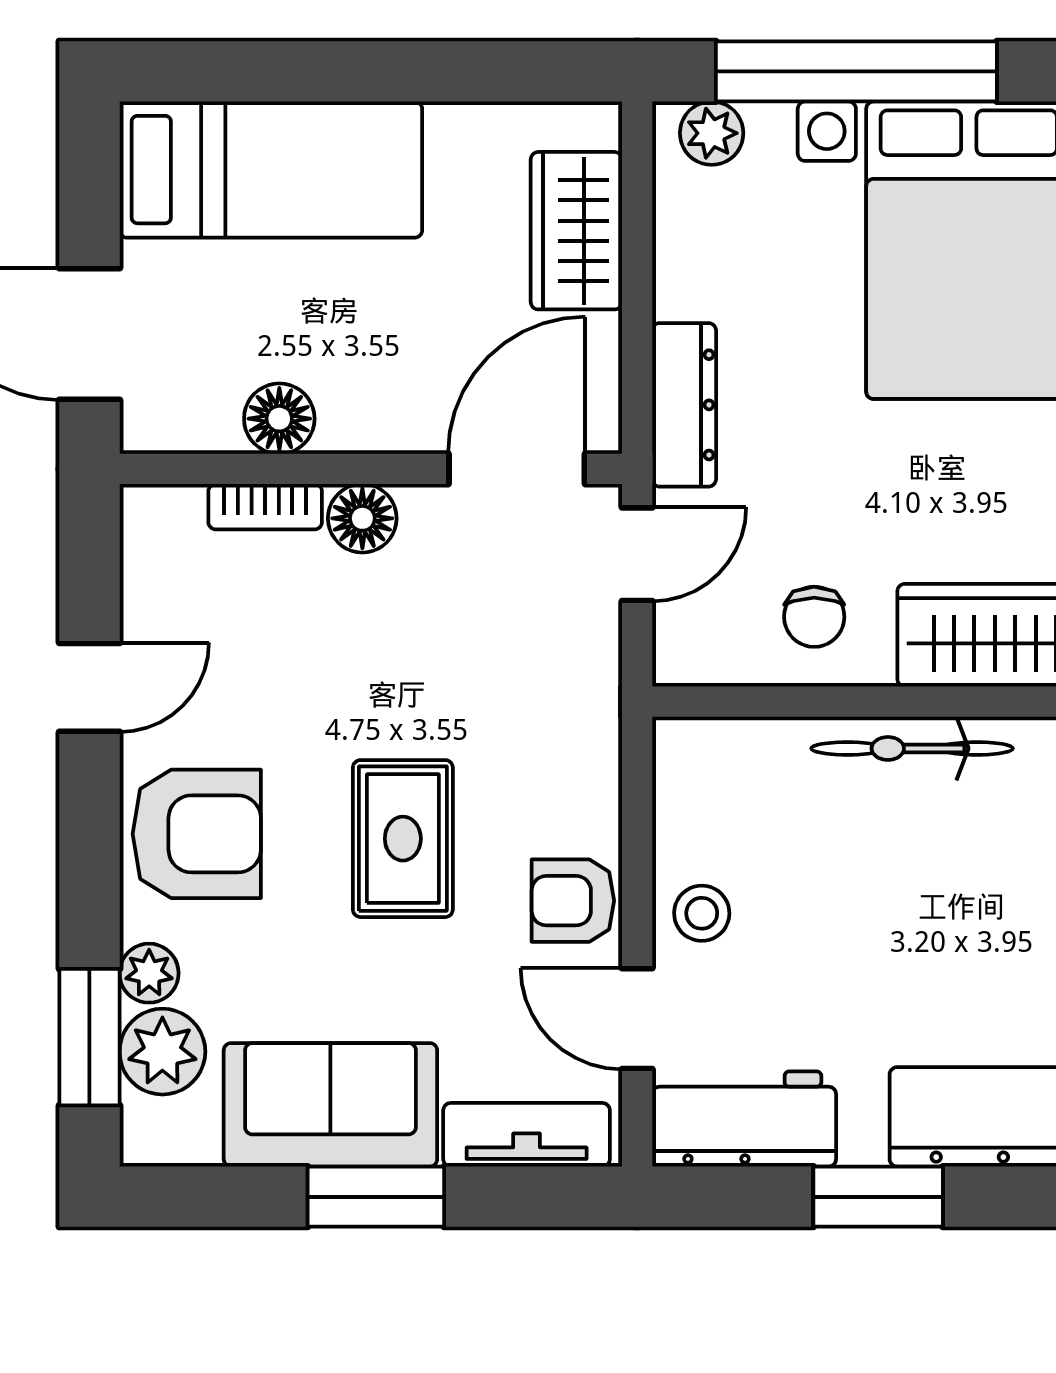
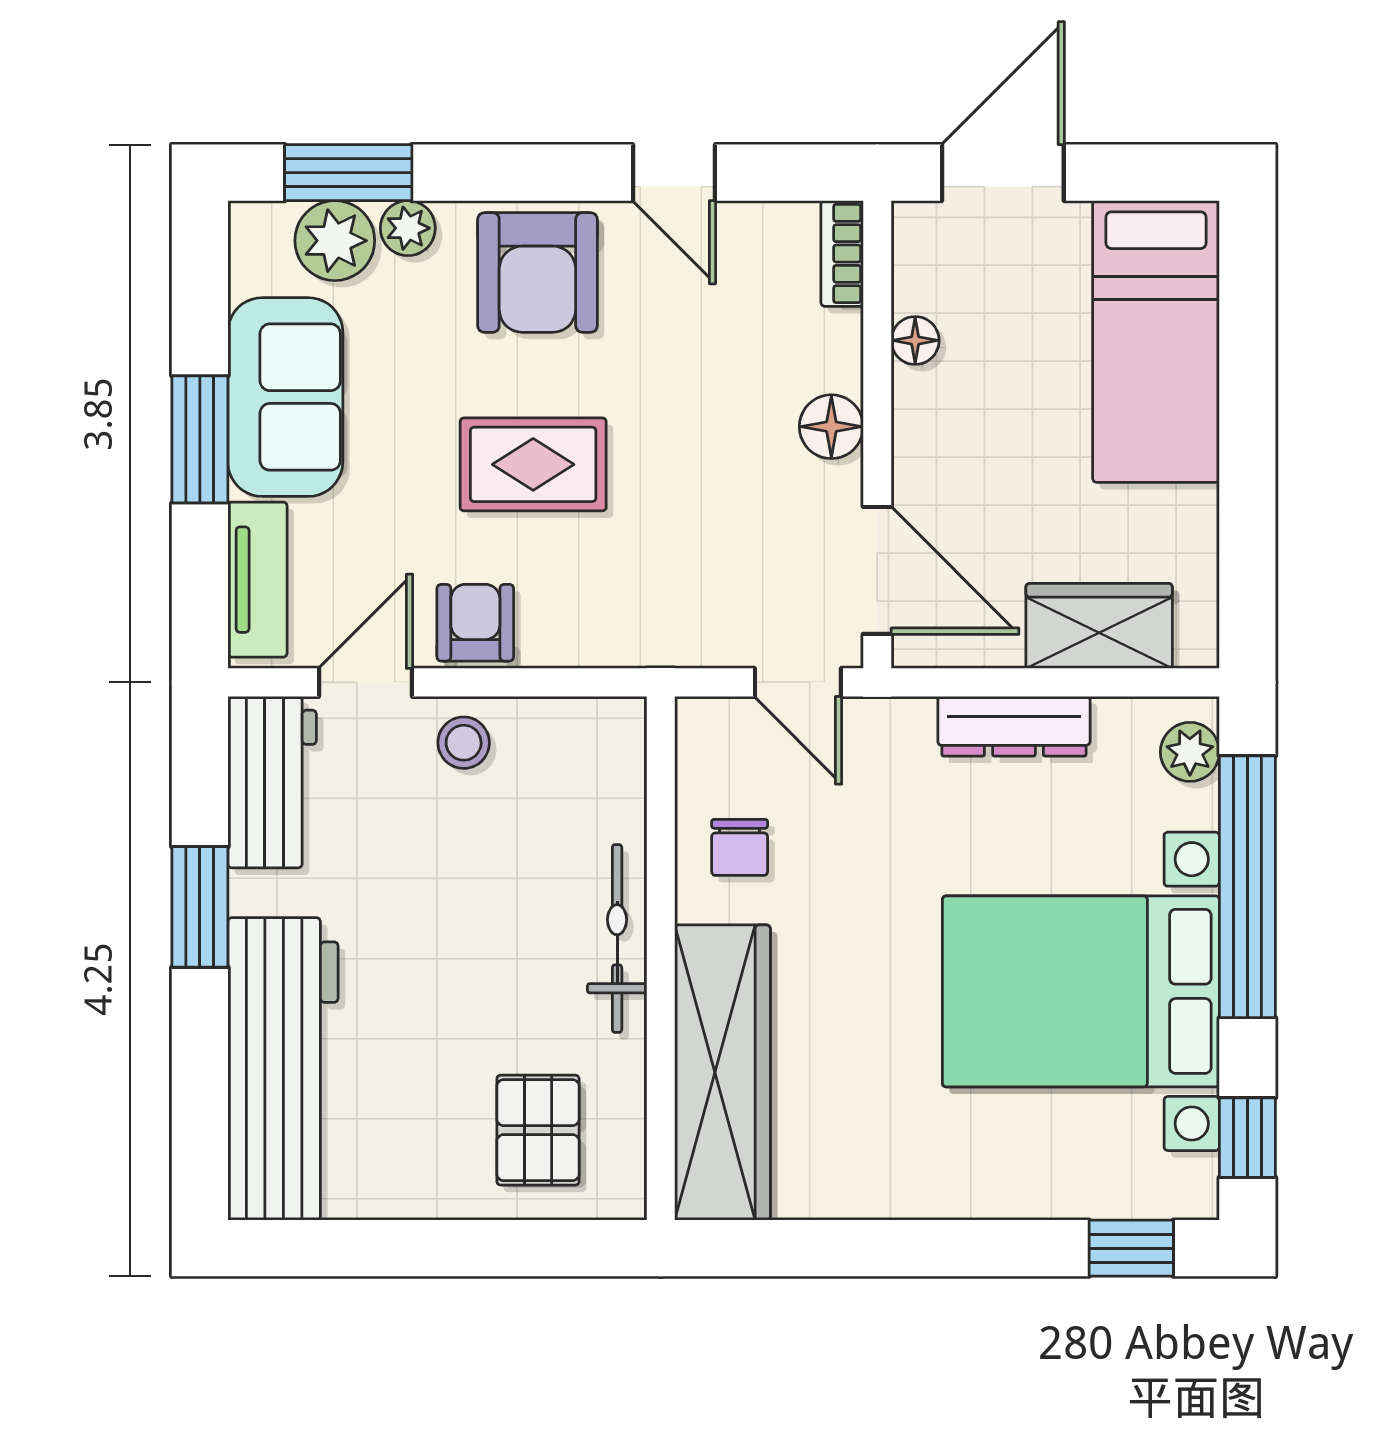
dresser: (684, 405) -> (1014, 726), moved
floor lamp: (279, 419) -> (915, 340), width x0.73, depth x0.73
bookcase: (265, 507) -> (842, 254), moved
chair: (814, 617) -> (740, 847), turned -90

